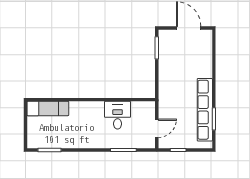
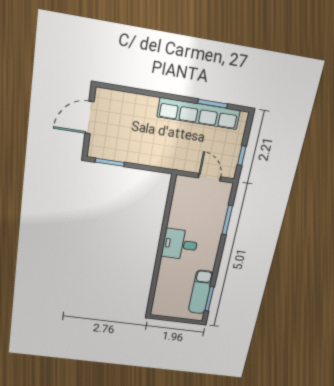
exam couch: (48, 108) -> (201, 292), moved, turned 180
desk: (118, 115) -> (180, 244), moved

